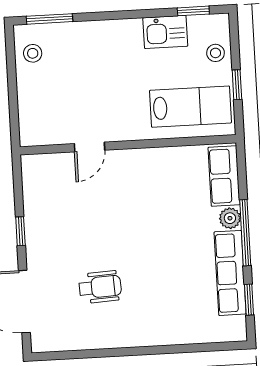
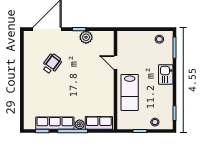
kitchen sink: (165, 32) -> (166, 74), moved
lab bench: (190, 107) -> (130, 92), moved
plant: (37, 215) -> (86, 37), added
wheelchair: (100, 287) -> (52, 64), turned -141

